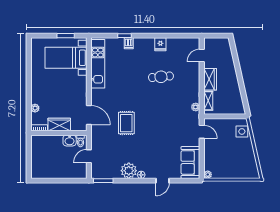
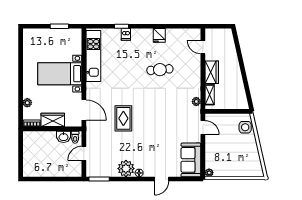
door: (202, 55) -> (203, 47), hinge flipped
bed with nightstands: (66, 58) -> (60, 74), moved

